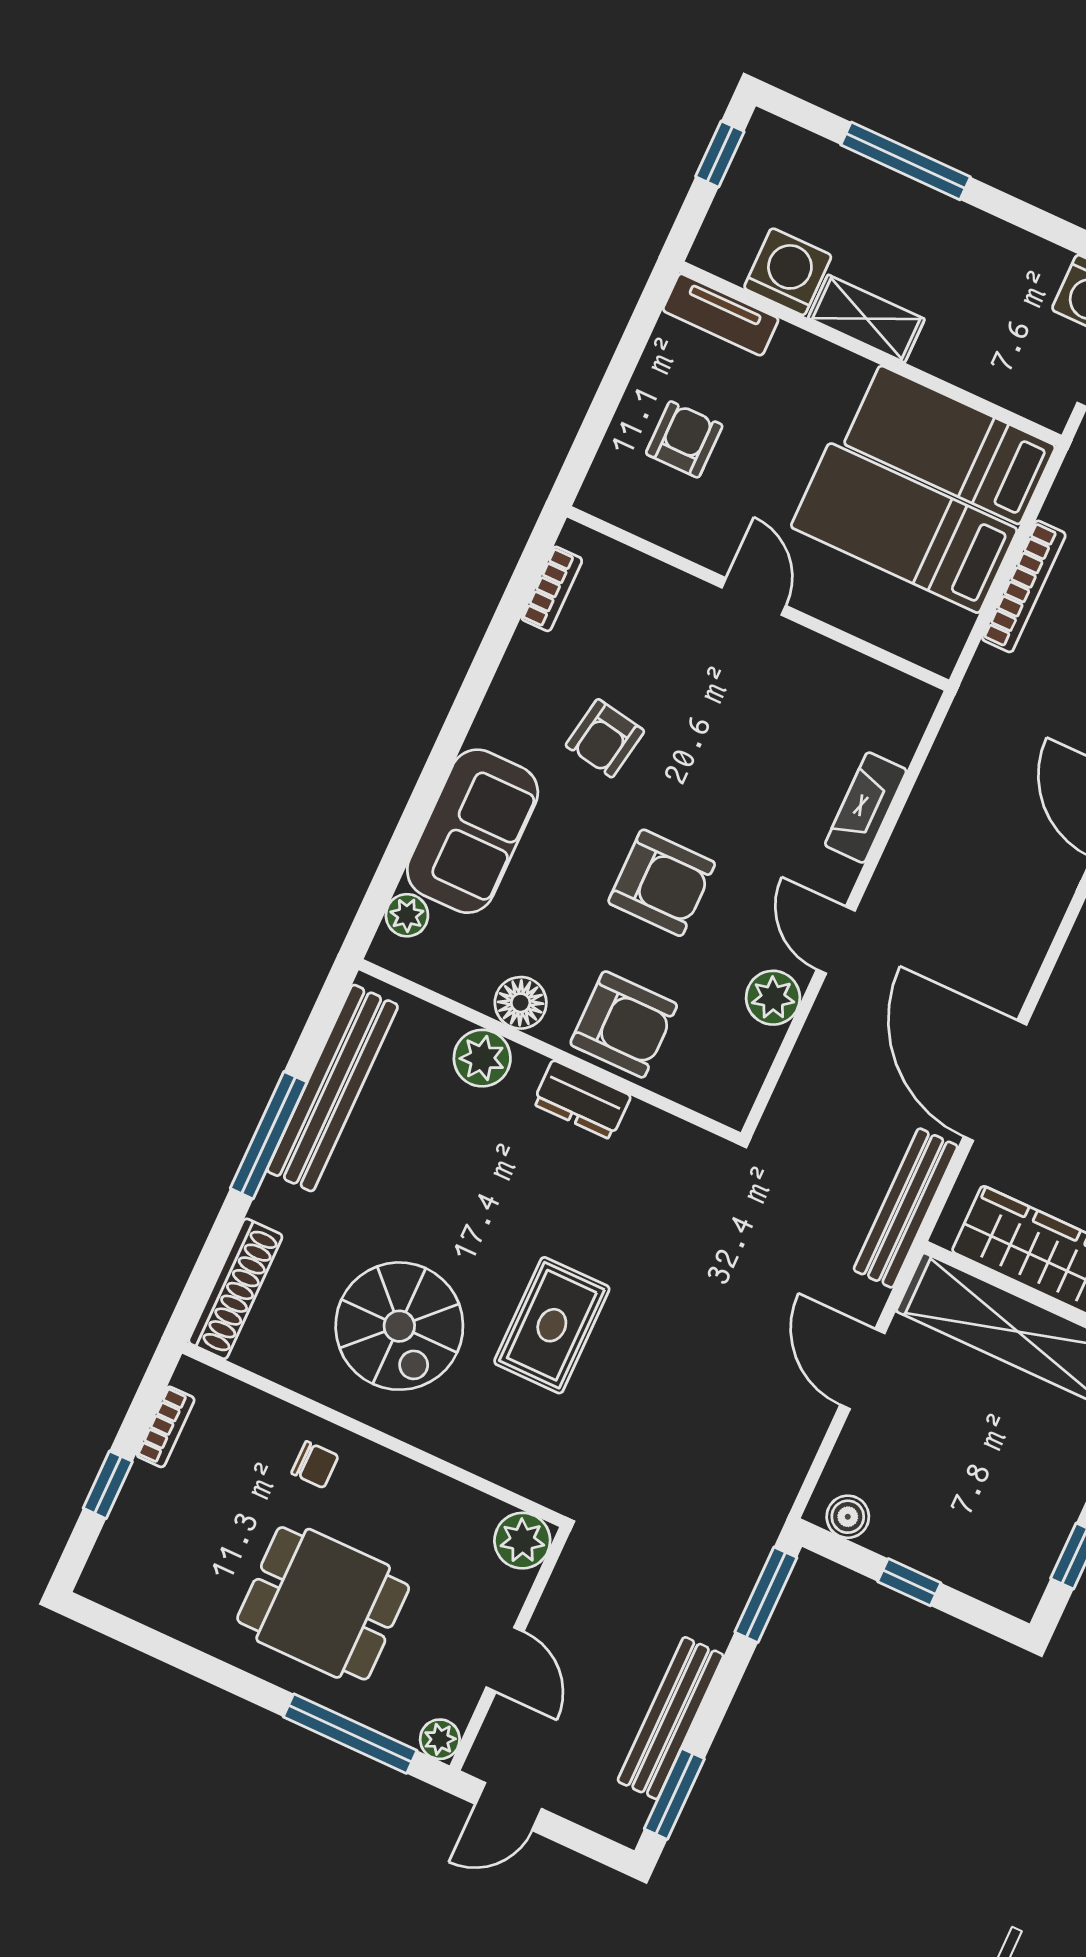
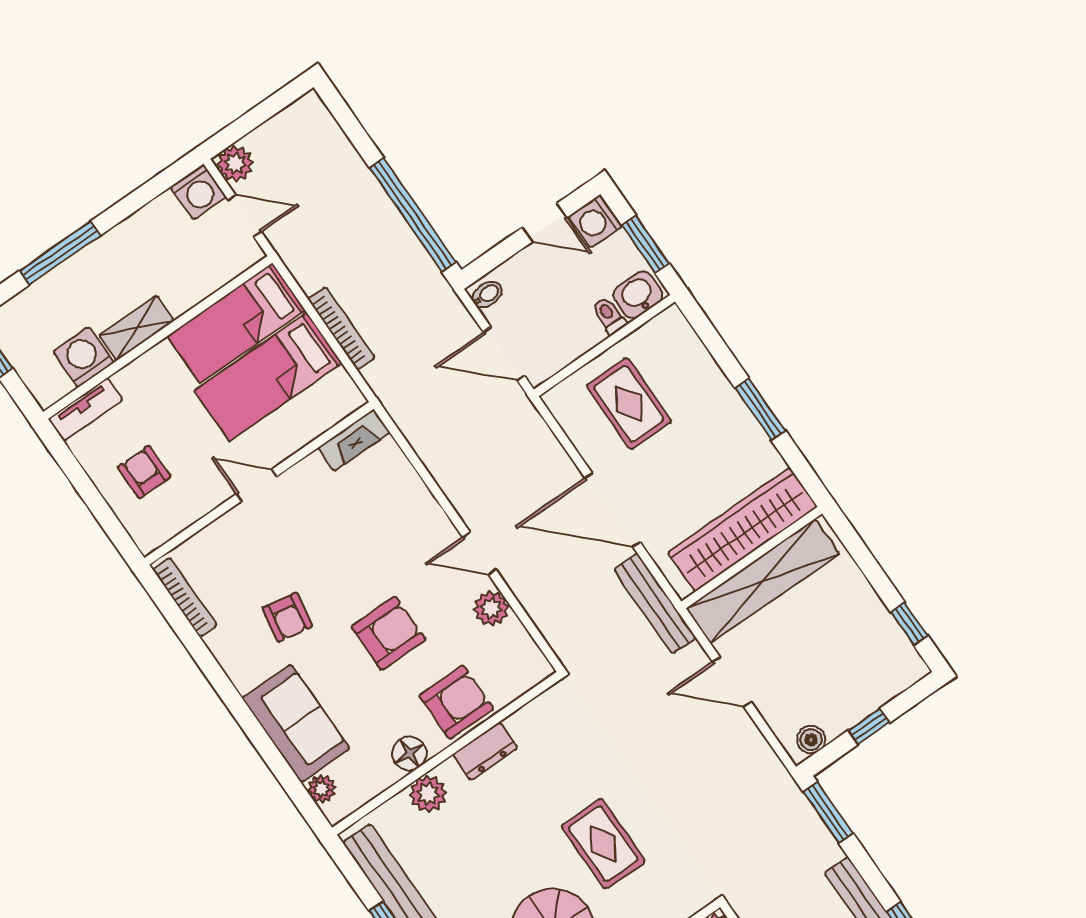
bookcase: (552, 589) -> (185, 597), width x1.56
fireplace: (866, 808) -> (354, 440), moved, turned -90

